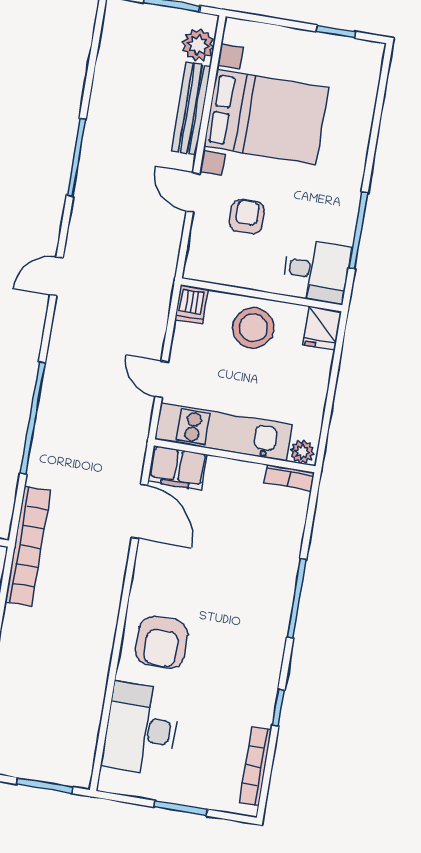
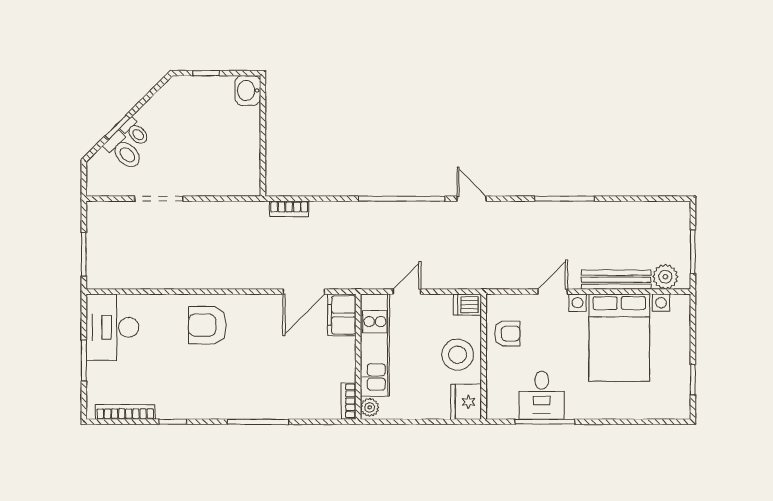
armchair: (247, 217) -> (507, 334), moved
desk: (316, 271) -> (542, 395), moved
fridge: (322, 328) -> (466, 402), width x1.38
window: (33, 418) -> (402, 199), moved
bookcase: (28, 546) -> (289, 209), width x0.43, depth x0.76
desk: (141, 729) -> (112, 327), moved, turned -90

